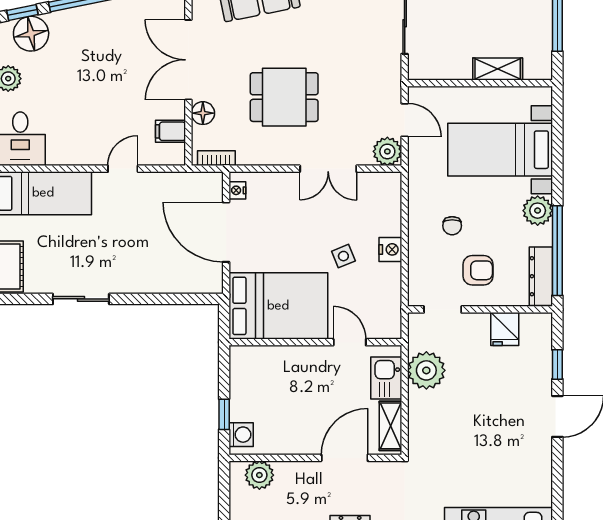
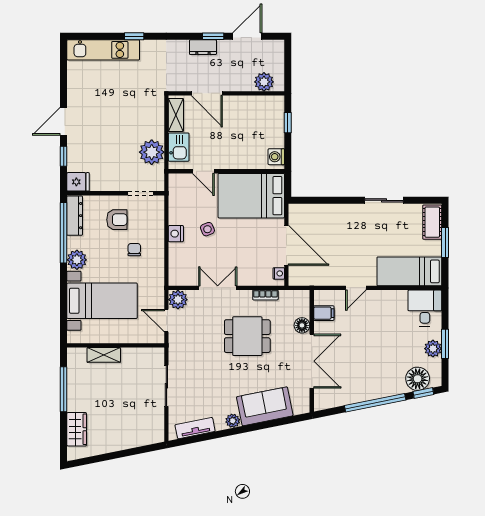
bookcase: (216, 158) -> (265, 295), moved
armchair: (478, 270) -> (117, 220), turned 180
fridge: (505, 329) -> (78, 182), moved, turned 90
washing machine: (241, 435) -> (276, 157), moved
door: (345, 458) -> (207, 93), hinge flipped

